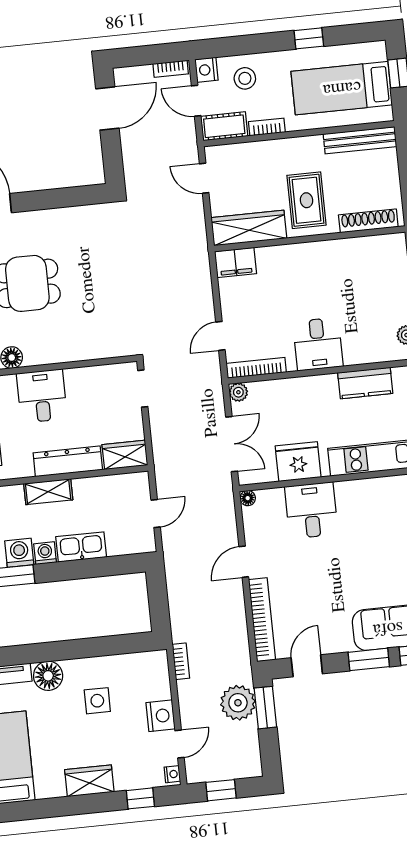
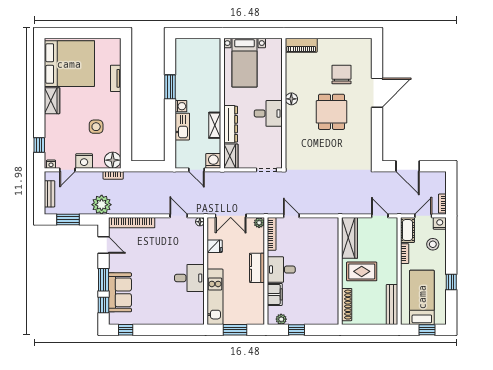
door: (107, 109) -> (408, 166), moved
door: (204, 178) -> (380, 216), hinge flipped
filing cabinet: (236, 262) -> (275, 294), moved, turned 180
kitchen counter: (365, 383) -> (257, 268), moved
fridge: (298, 462) -> (215, 246), width x0.53, depth x0.75
shelving: (48, 492) -> (215, 125), moved
desk: (311, 510) -> (189, 278), moved
washing machine: (19, 553) -> (213, 161), moved, turned -90
door: (244, 562) -> (179, 216), moved
floor lamp: (48, 676) -> (113, 160), moved
plant: (238, 703) -> (102, 205), moved
window: (265, 708) -> (68, 220), moved
door: (179, 744) -> (67, 170), hinge flipped
bench: (226, 771) -> (50, 194), added
wardrobe: (89, 781) -> (52, 101), moved
window: (221, 790) -> (39, 190), removed

